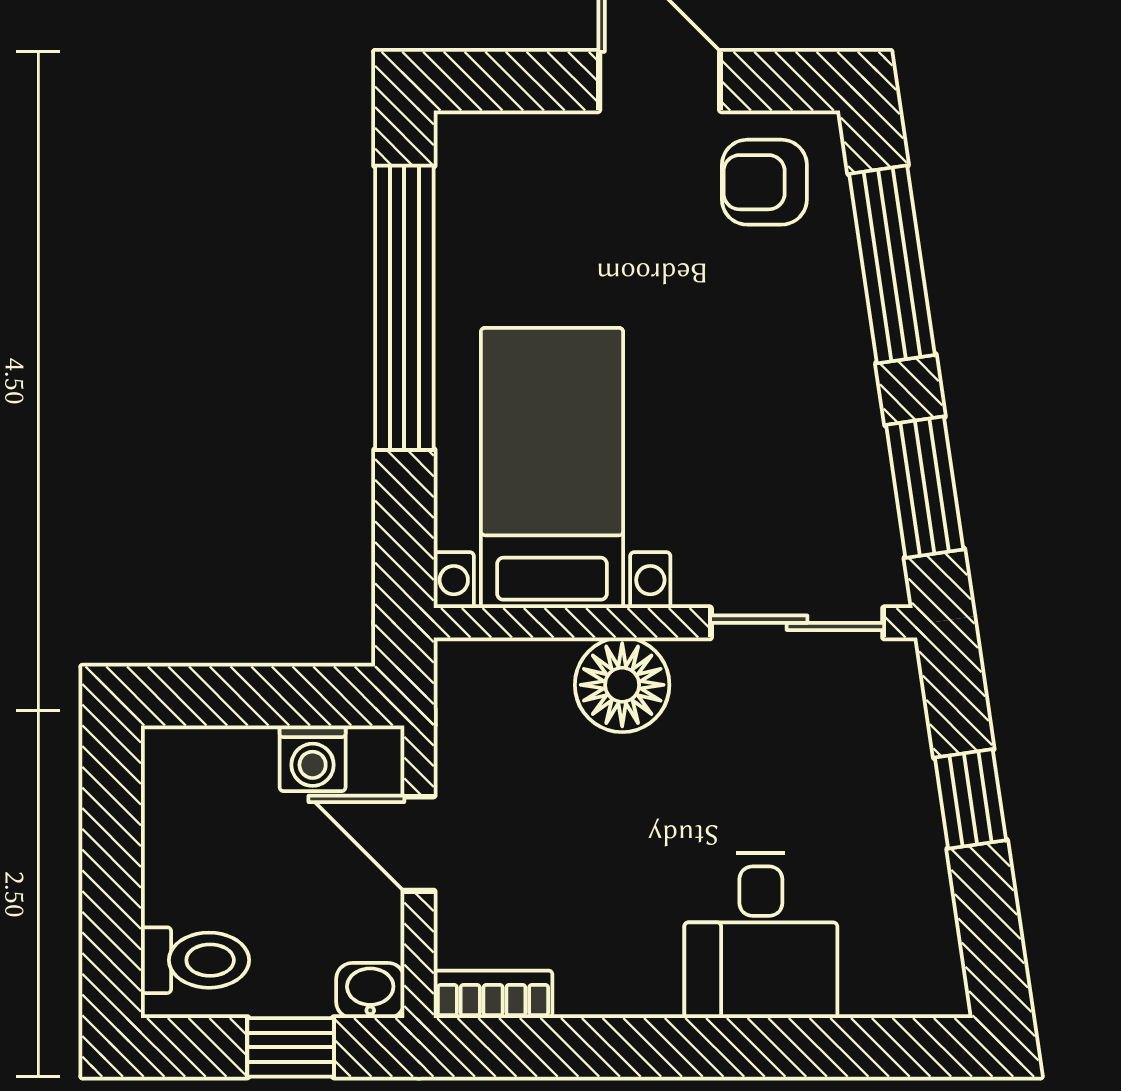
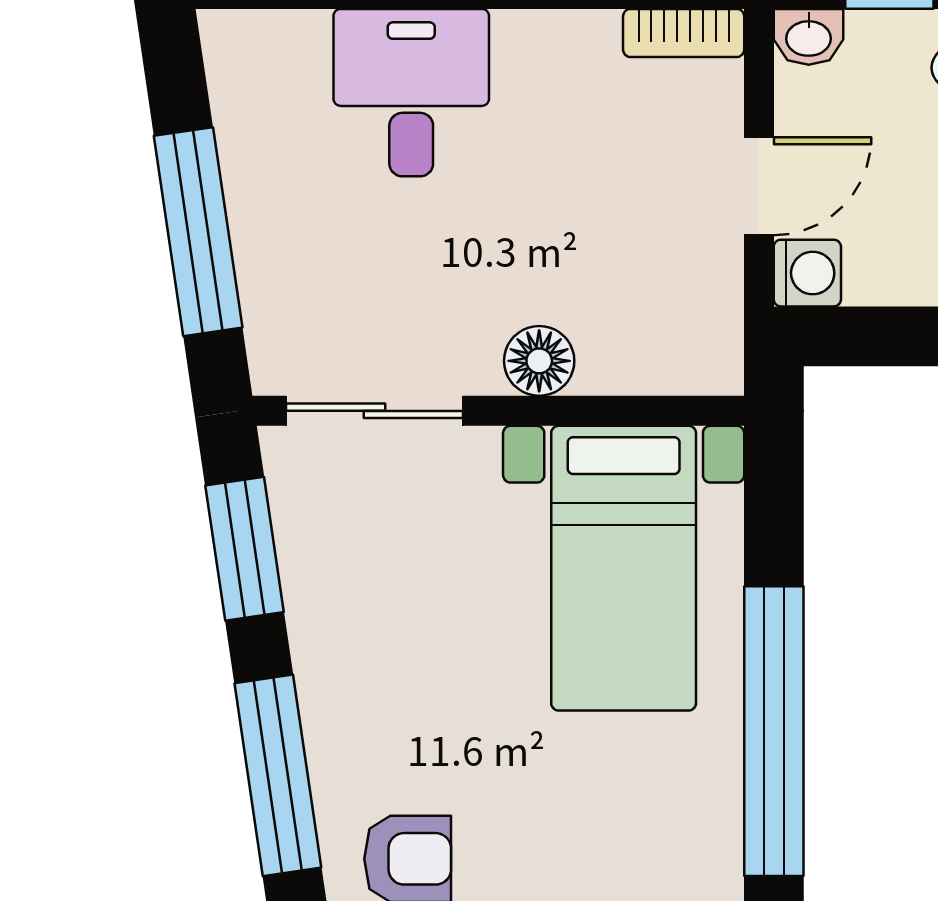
floor lamp: (622, 685) -> (539, 361), width x0.73, depth x0.73
washing machine: (313, 758) -> (807, 273), moved, turned 90
window: (970, 799) -> (198, 232), width x2.17
door: (419, 844) -> (759, 186), hinge flipped

